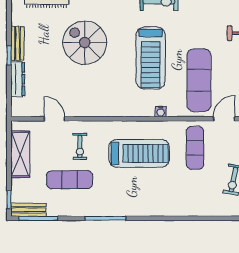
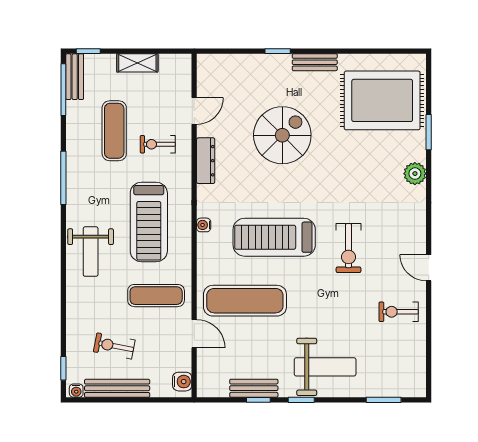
bench: (17, 43) -> (315, 62), moved
spiral stairs: (85, 43) -> (282, 135), moved
dresser: (18, 79) -> (206, 161), moved, turned -90
water cooler: (161, 112) -> (204, 225), moved
shelving: (20, 154) -> (137, 63), width x0.67, depth x0.75
weight bench: (162, 198) -> (91, 252), added

